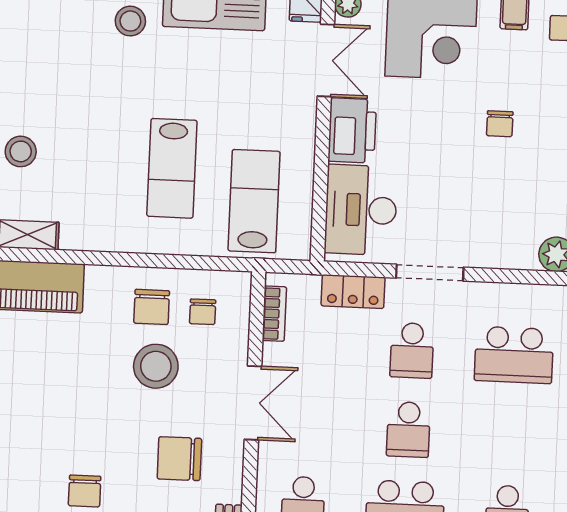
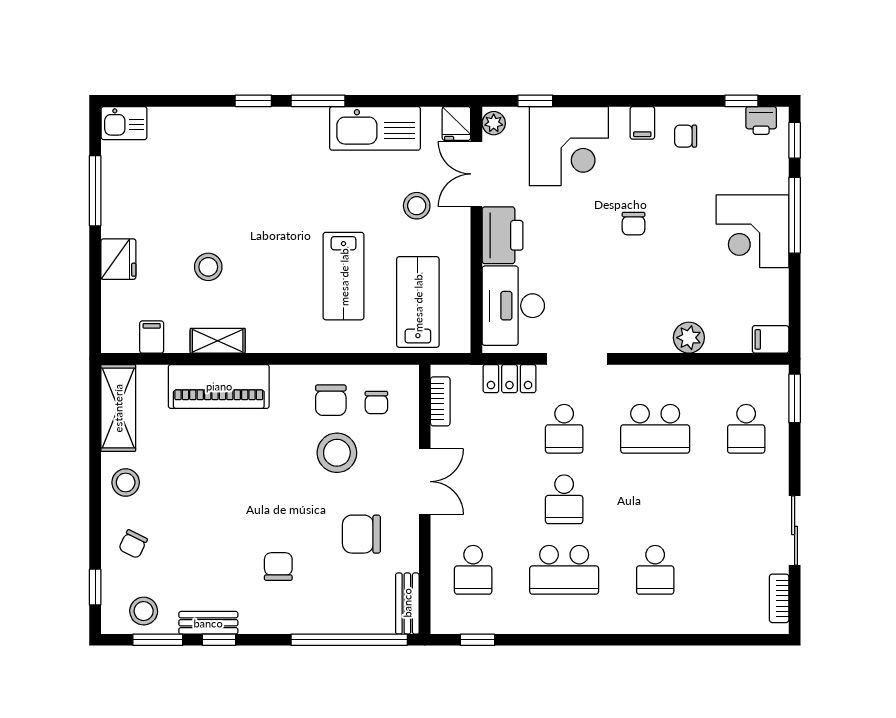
stool: (130, 21) -> (417, 206), moved
double door: (326, 60) -> (476, 174), swing flipped
chair: (85, 491) -> (278, 567), turned 180

